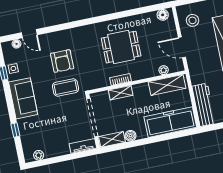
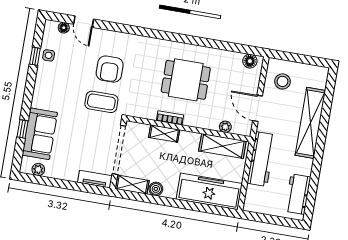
sofa: (23, 98) -> (40, 134), moved
workbench: (204, 105) -> (261, 159), moved

